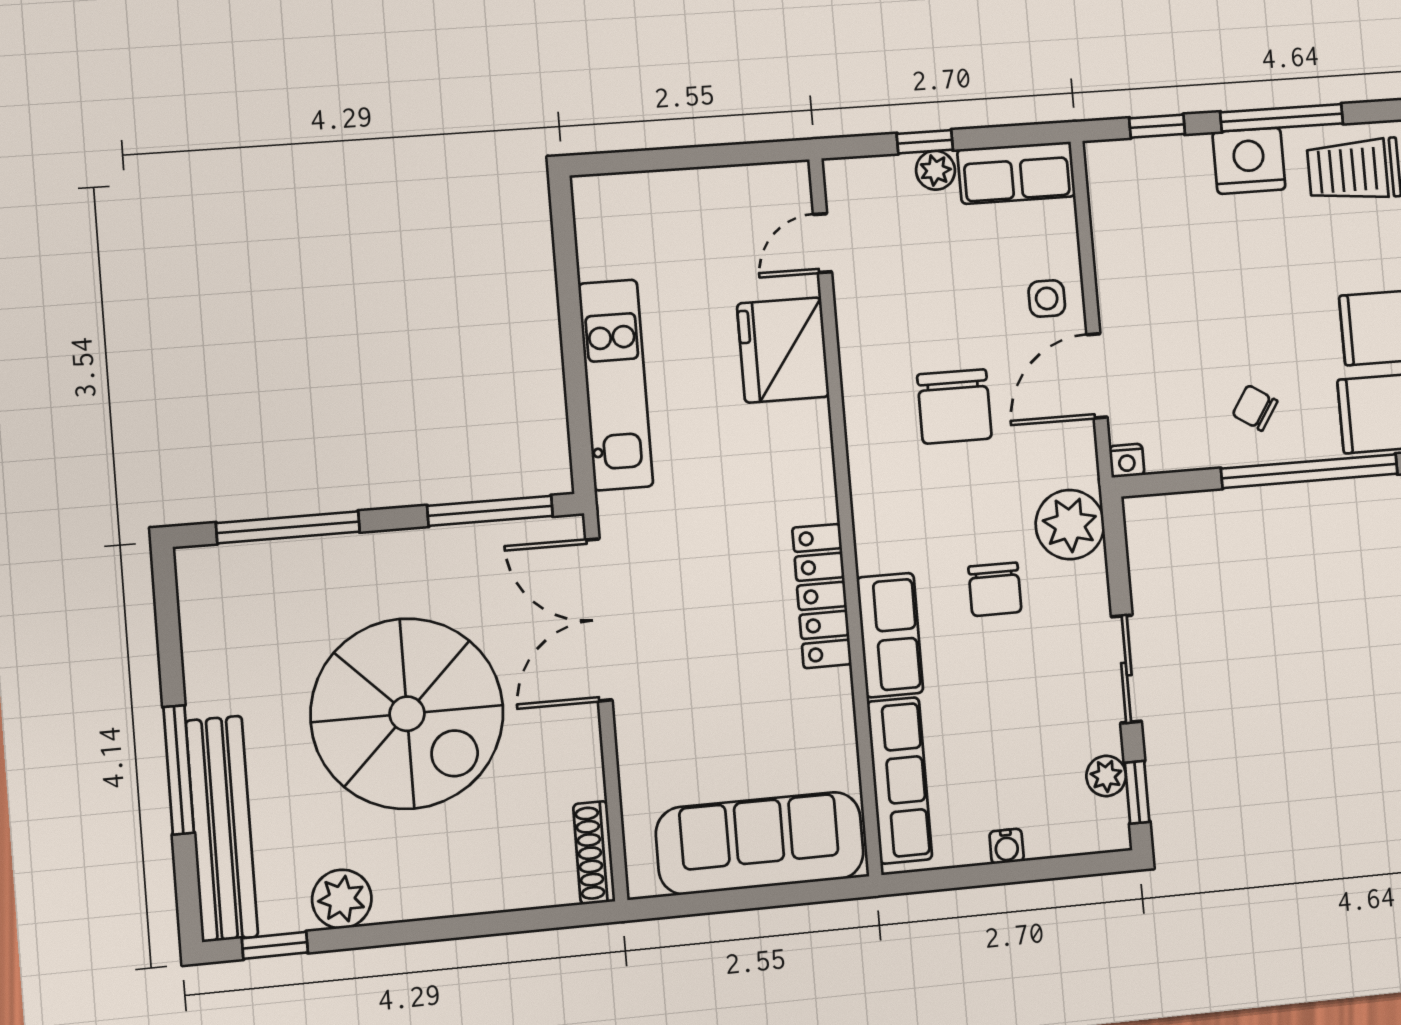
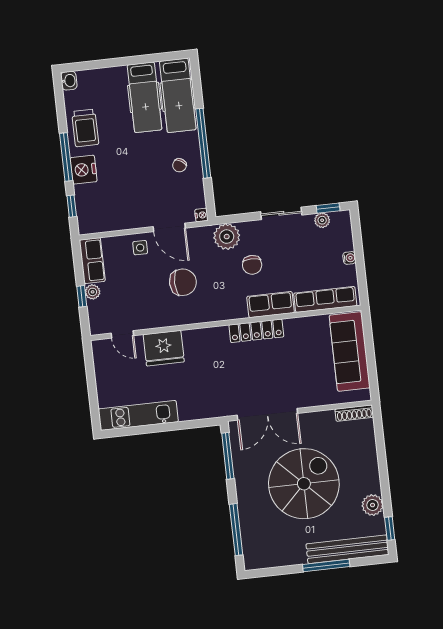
kitchen unit: (616, 385) -> (138, 415), moved
chair: (995, 589) -> (252, 265), turned 90

